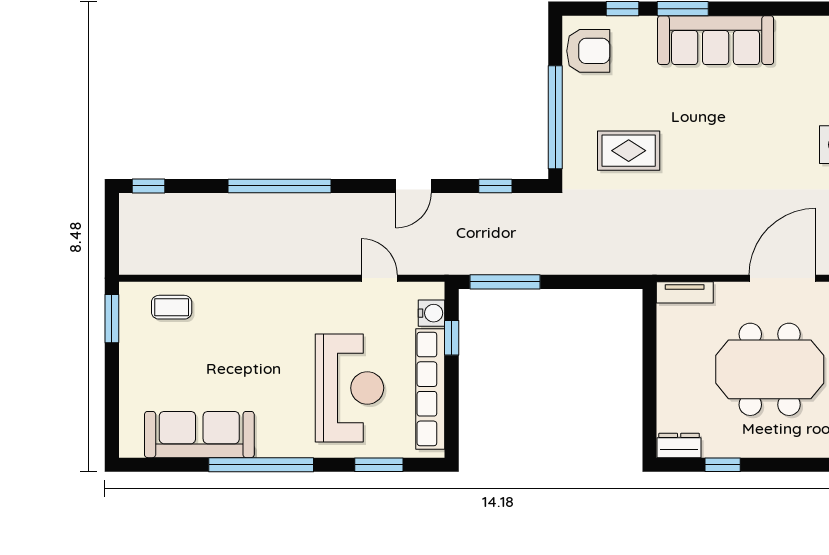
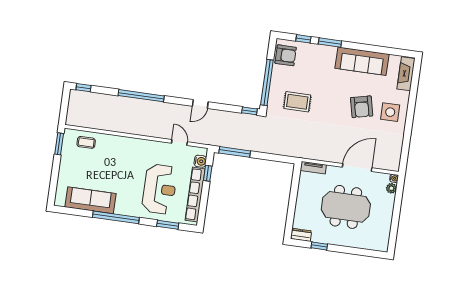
sofa: (716, 40) -> (362, 61), moved
armchair: (773, 142) -> (362, 107), added
window: (495, 186) -> (249, 111), moved

